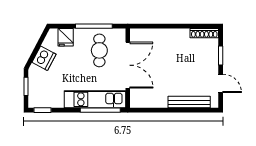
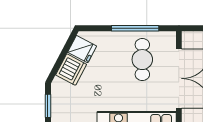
fridge: (66, 37) -> (82, 49), moved, turned -62

